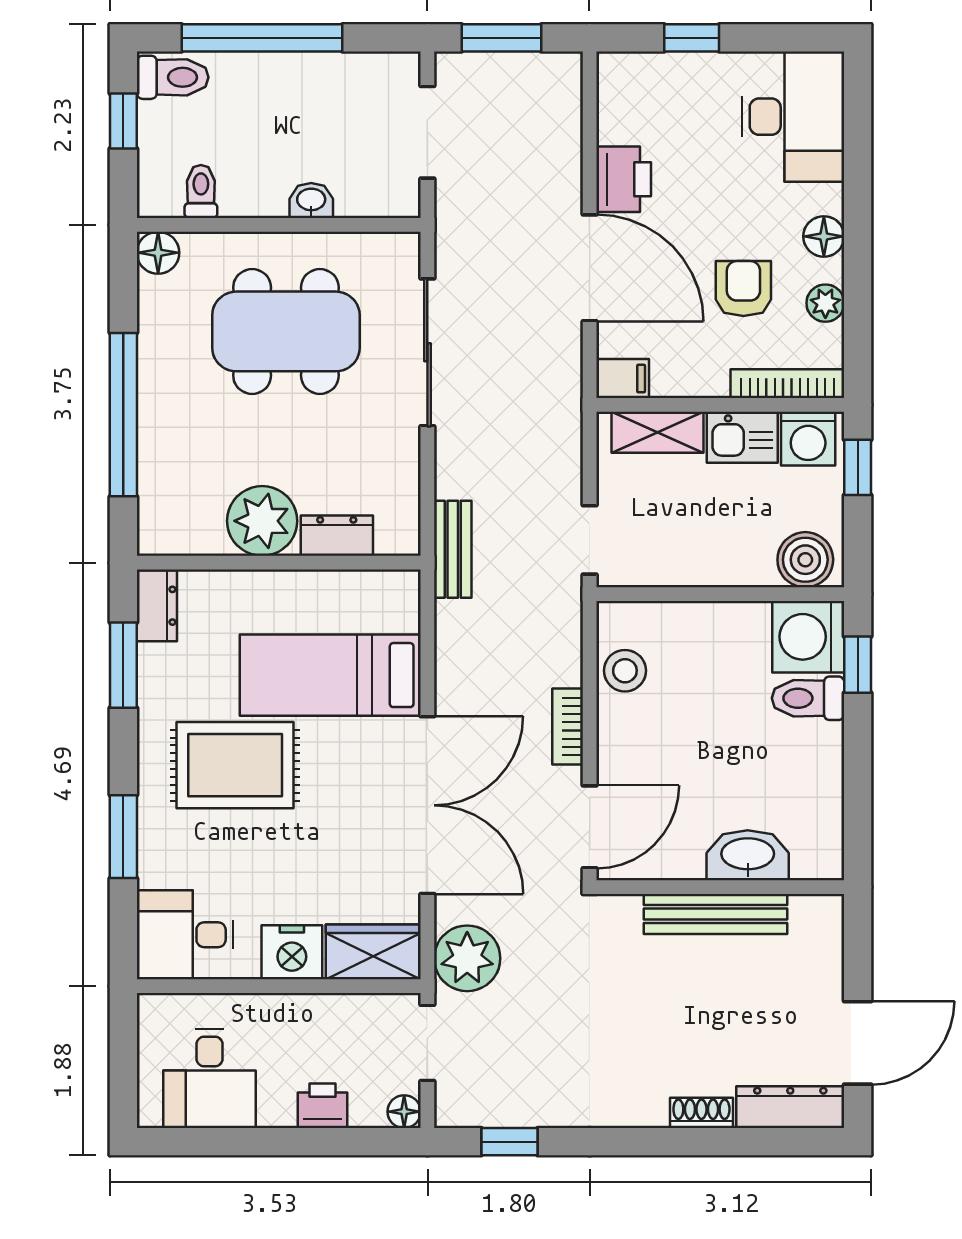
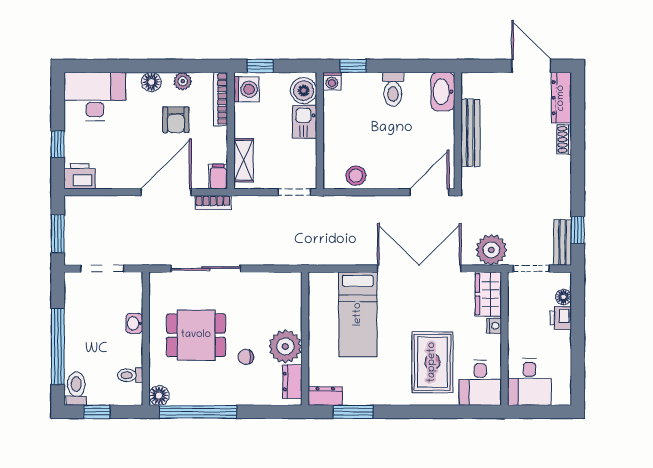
printer: (624, 179) -> (80, 176), moved
armchair: (743, 289) -> (176, 120), turned -90
dining table: (286, 331) -> (196, 335), width x0.73
window: (123, 415) -> (198, 412), moved
chair: (240, 437) -> (246, 357), added
kitchen sink: (742, 437) -> (305, 122), moved, turned 180
dresser: (337, 536) -> (292, 382), moved
bench: (453, 549) -> (563, 242), moved, turned 90
washing machine: (808, 637) -> (332, 81), width x0.53, depth x0.53
toilet: (808, 698) -> (393, 89), moved
bookcase: (568, 727) -> (213, 203), moved
rug: (235, 765) -> (432, 362), moved
door: (590, 827) -> (429, 192), hinge flipped
window: (123, 837) -> (434, 412), removed
washbasin: (748, 855) -> (443, 92), moved
nightstand: (292, 952) -> (494, 326), width x0.53, depth x0.56
desk: (210, 1078) -> (529, 382), moved, turned 90
floor lamp: (404, 1112) -> (564, 297), moved

